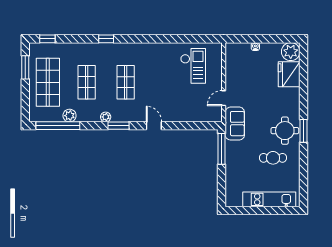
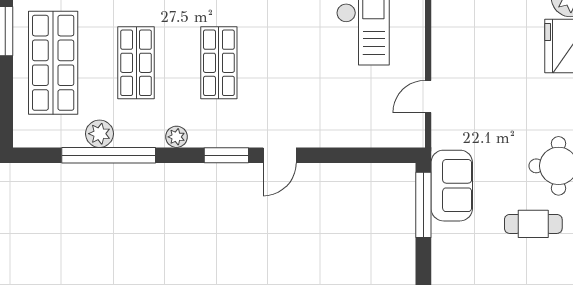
sofa: (235, 124) -> (452, 186), moved
window: (58, 126) -> (109, 155), moved
window: (118, 126) -> (226, 155), moved
door: (154, 126) -> (280, 155), swing flipped

